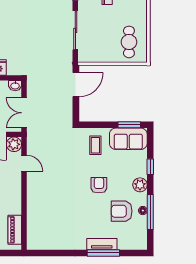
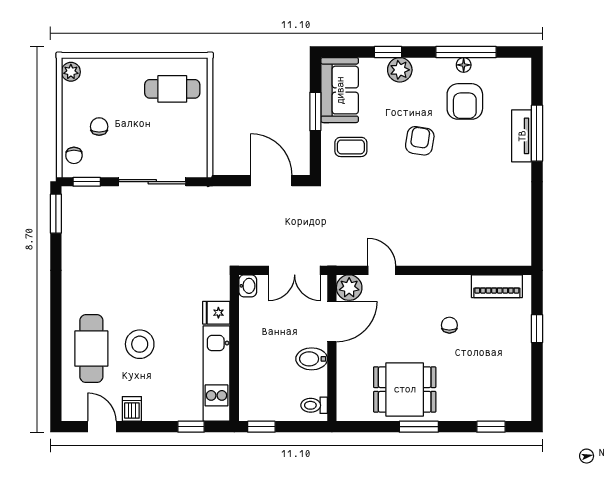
door: (76, 85) -> (271, 181), moved
window: (129, 125) -> (315, 112), moved
door: (24, 163) -> (382, 270), hinge flipped
armchair: (99, 185) -> (420, 141), turned 99
plant: (140, 185) -> (400, 70), moved

